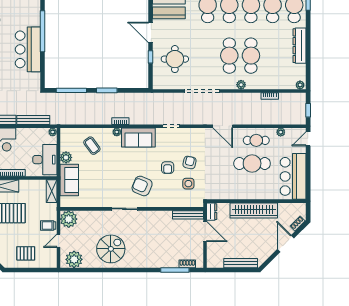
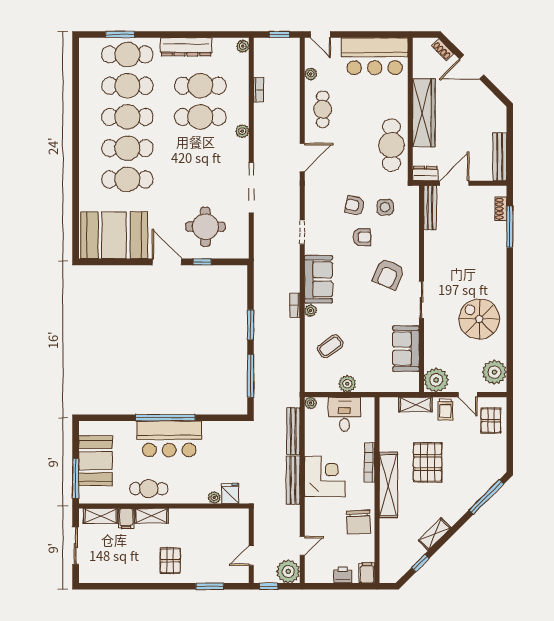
door: (150, 32) -> (167, 262), swing flipped
bar counter: (28, 49) -> (169, 439), moved
cafe table: (229, 56) -> (200, 86), moved
desk: (45, 160) -> (344, 414), width x0.73
cafe table: (252, 163) -> (391, 145), moved
sofa: (69, 180) -> (406, 349), moved, turned -90
shelving: (52, 191) -> (415, 404), moved
pallet: (26, 253) -> (491, 421), moved
bench: (241, 263) -> (500, 157), moved

